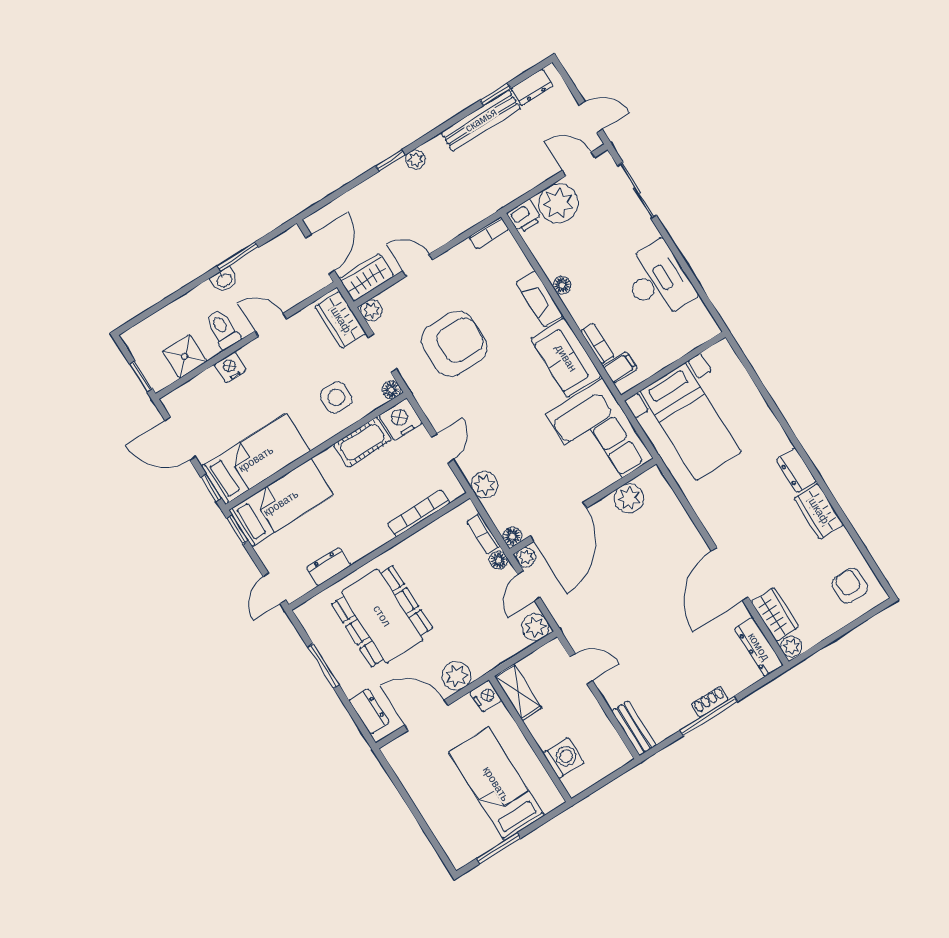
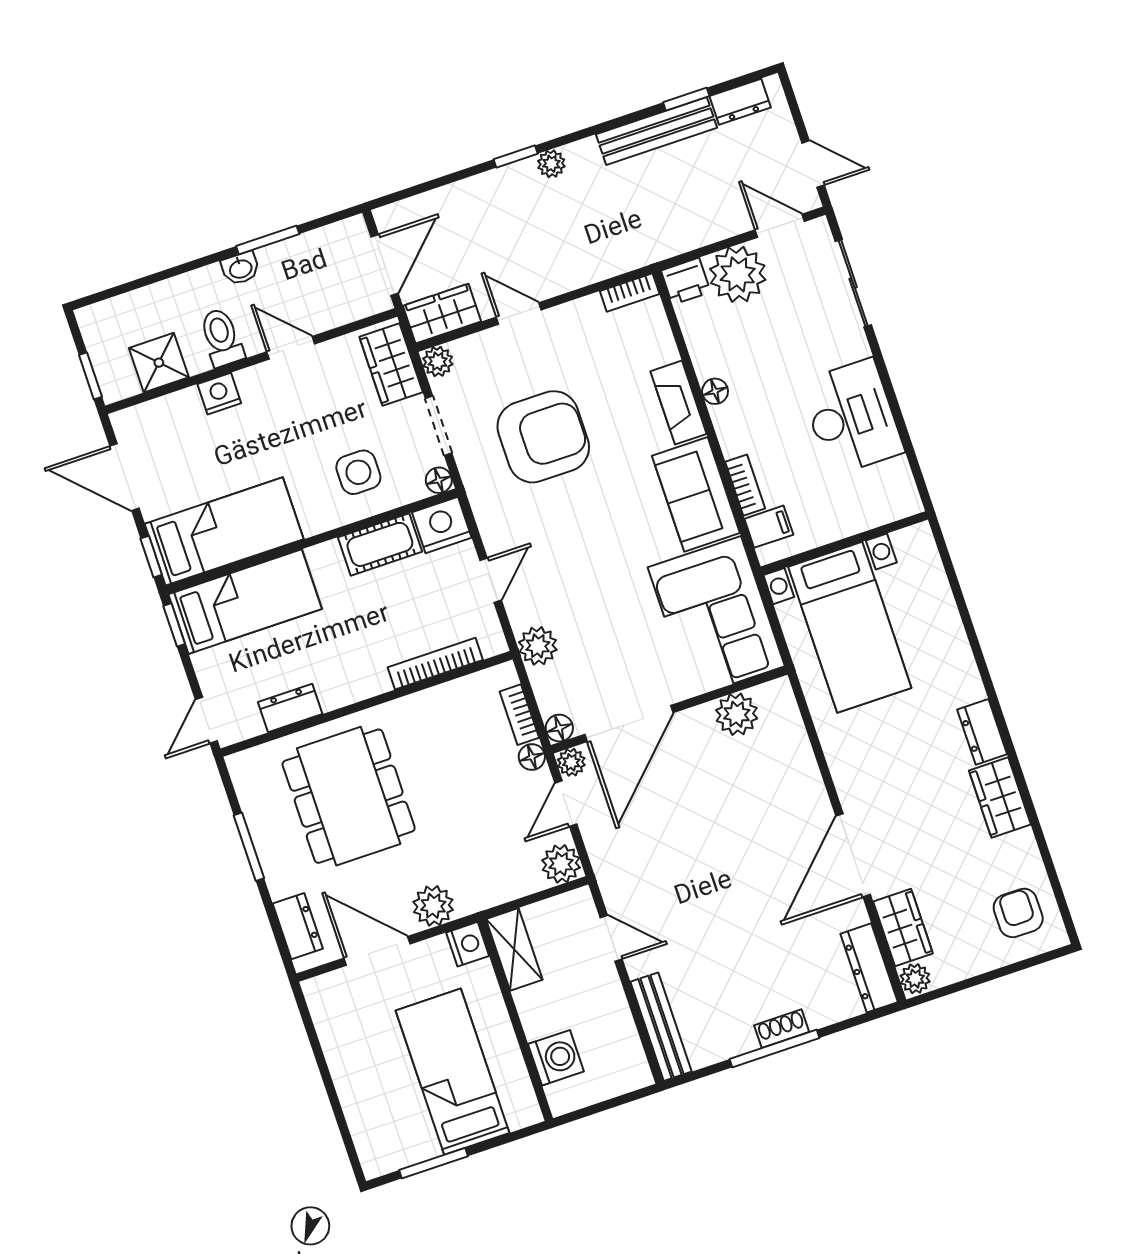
bench: (634, 728) -> (661, 1027), width x1.36

